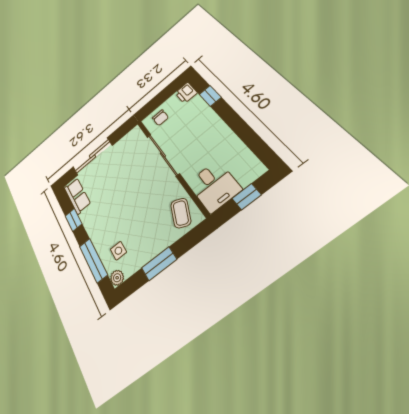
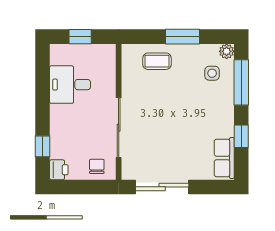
sliding door: (93, 156) -> (162, 187), moved
desk: (214, 186) -> (70, 85), moved, turned -90
coffee table: (181, 213) -> (157, 61), moved, turned 67

